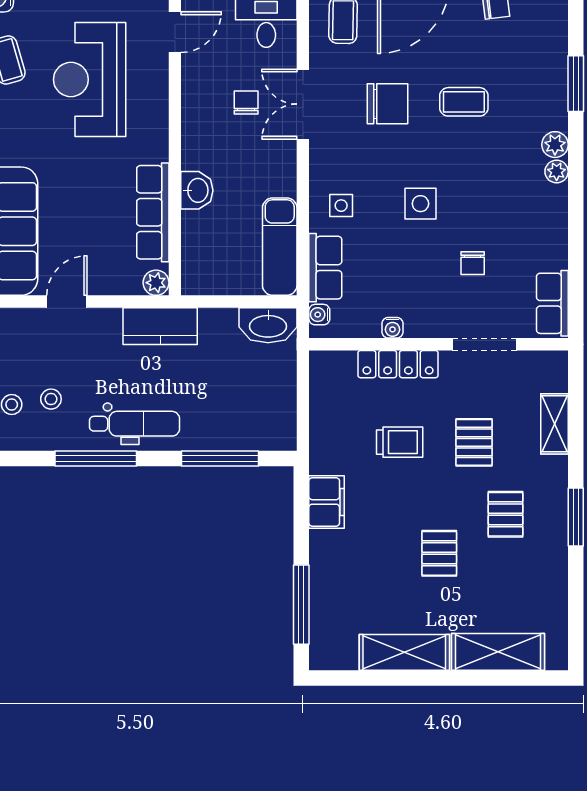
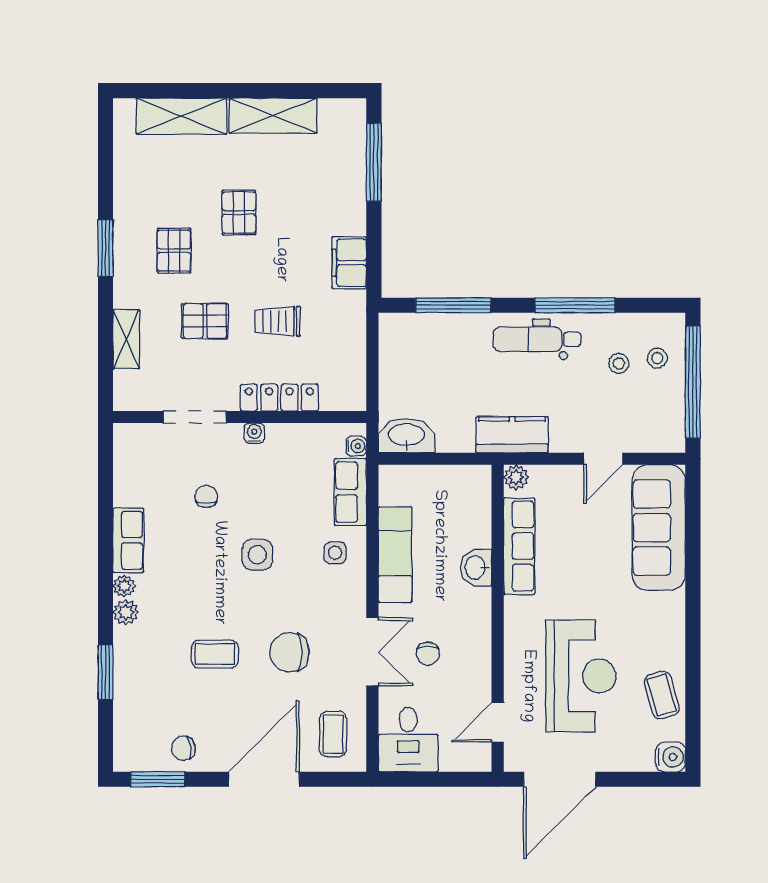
exam couch: (280, 247) -> (395, 555), moved
row of seats: (552, 303) -> (128, 540), moved
water cooler: (393, 328) -> (254, 433), moved
pallet: (474, 442) -> (205, 321), turned 90

